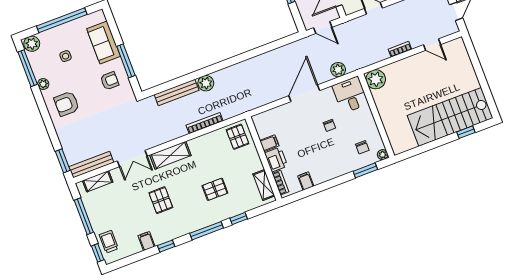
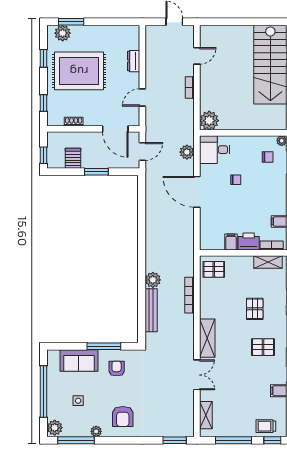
bench: (91, 165) -> (188, 415), removed
pallet: (161, 200) -> (263, 347), moved

